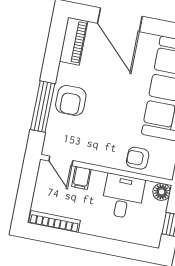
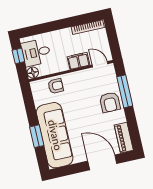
armchair: (71, 100) -> (110, 102), turned 180
filing cabinet: (81, 178) -> (78, 61), width x2.00
desk: (123, 196) -> (36, 52), moved, turned 90

